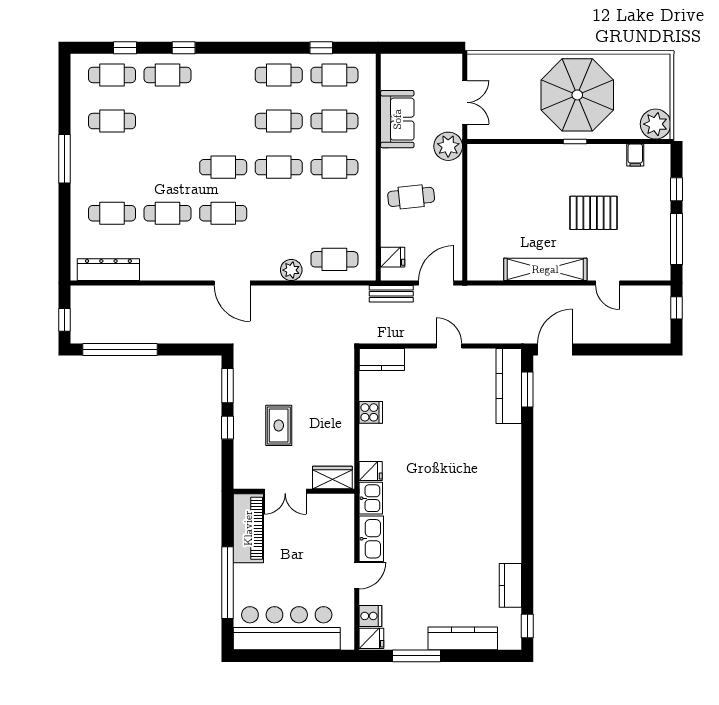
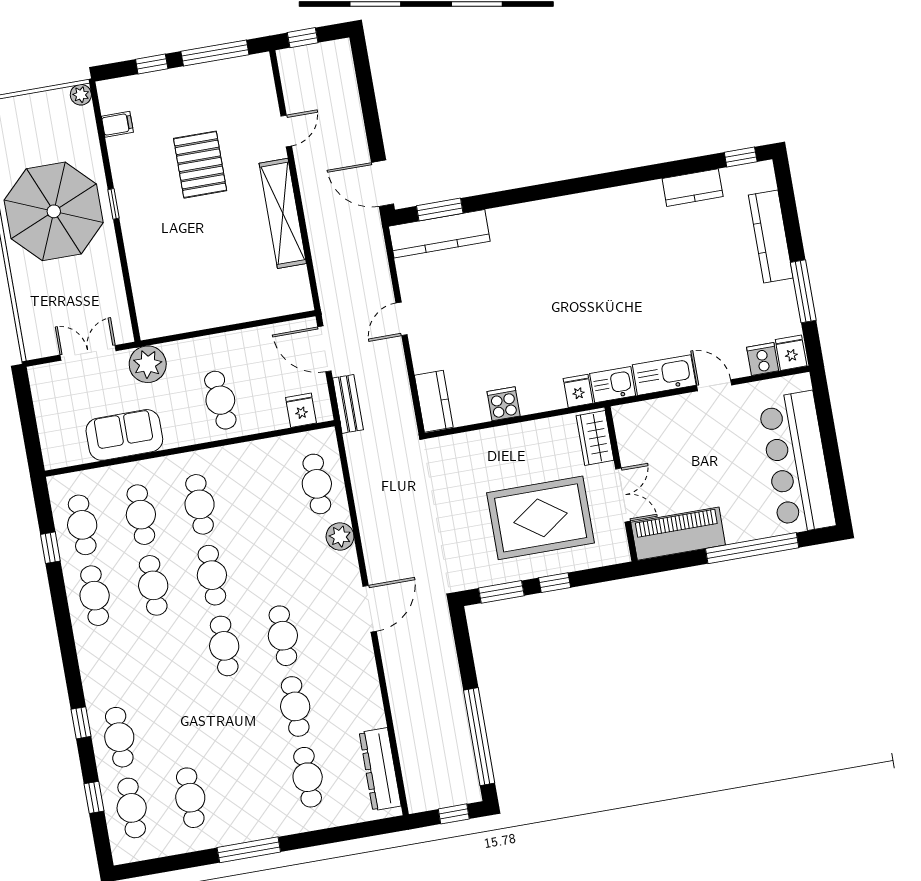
plant: (656, 124) -> (81, 95), width x0.53, depth x0.53
rug: (279, 425) -> (541, 518), width x1.86, depth x2.06

